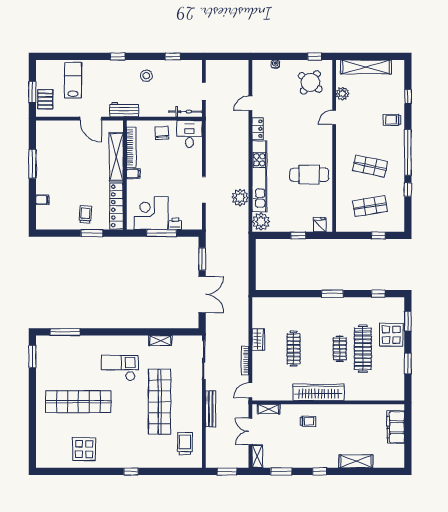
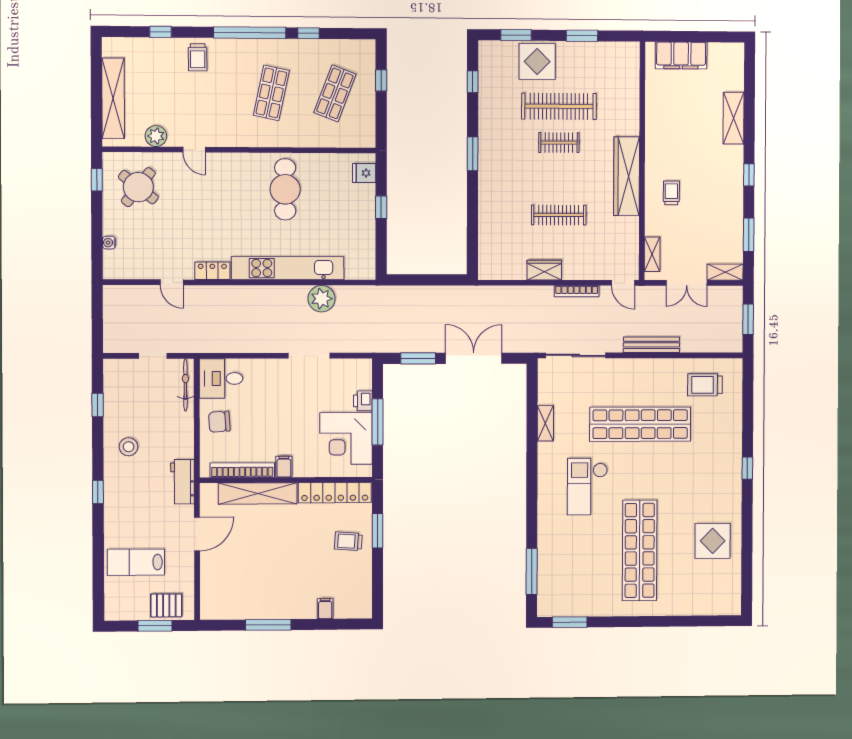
shop shelf: (370, 206) -> (335, 93), turned 30
plant: (261, 222) -> (359, 266), removed

